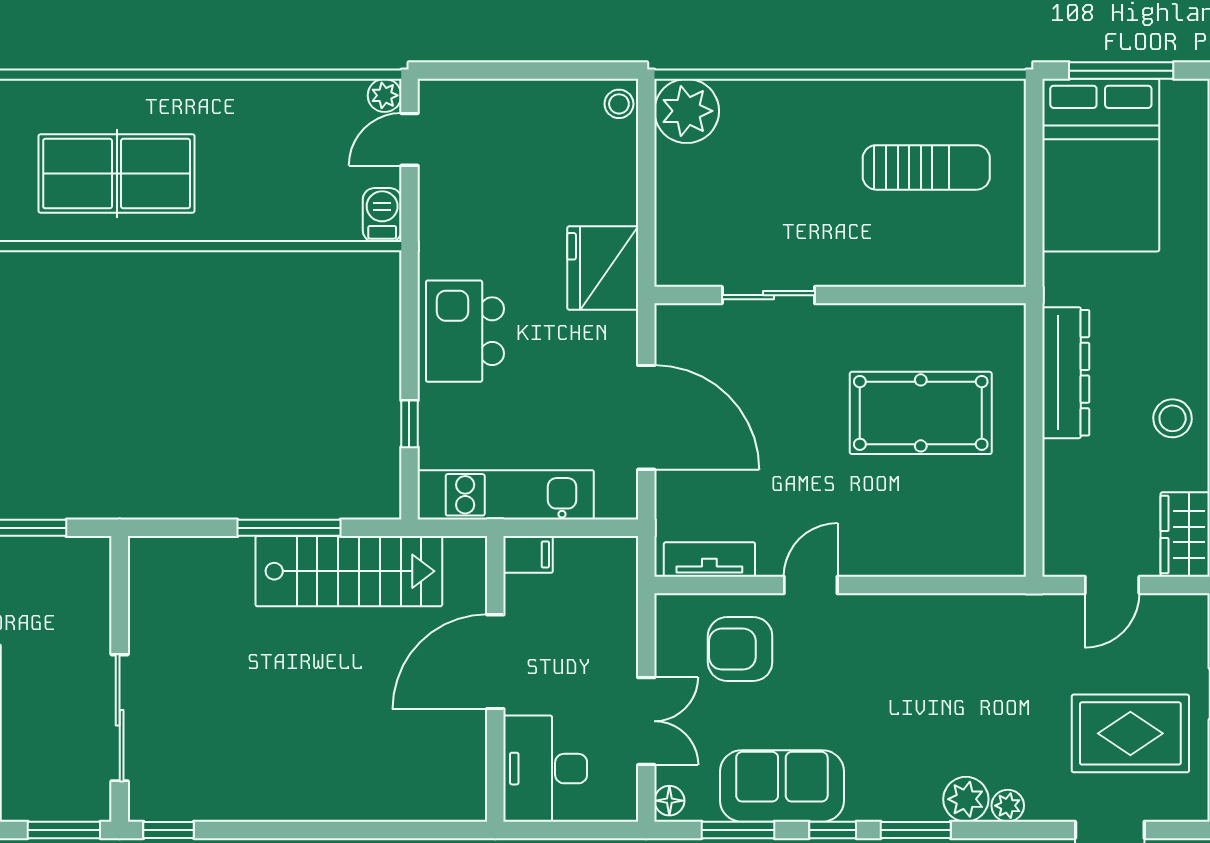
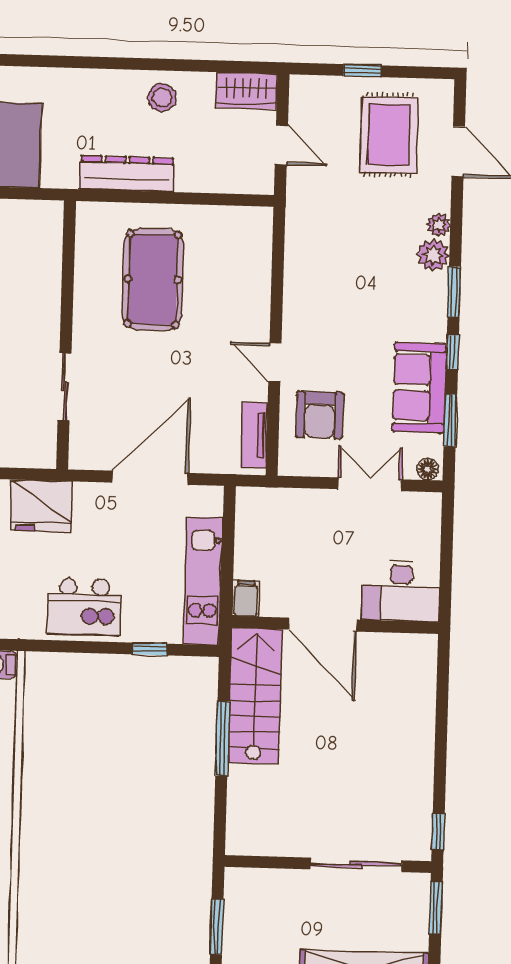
filing cabinet: (528, 554) -> (246, 599), moved
door: (495, 662) -> (323, 625), moved
wall: (495, 679) -> (335, 625), moved
desk: (545, 769) -> (401, 591), moved

